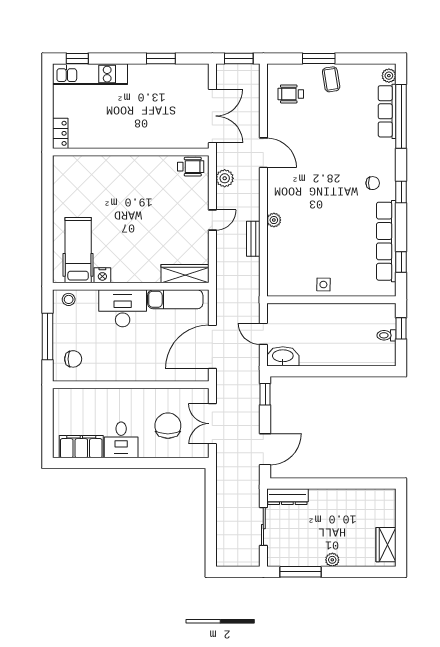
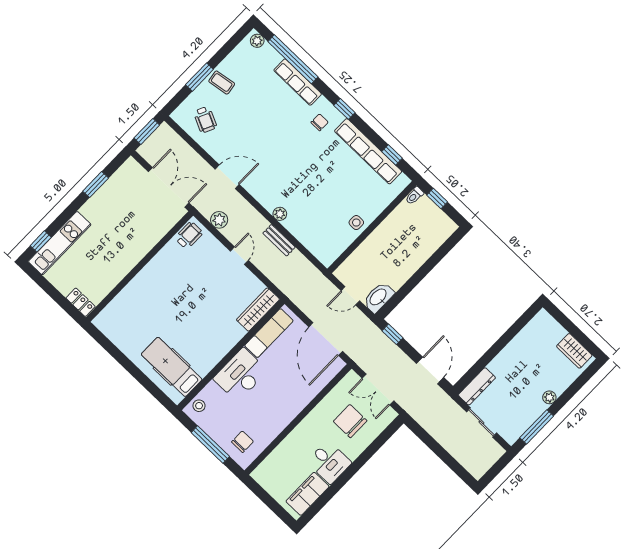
wheelchair: (291, 94) -> (205, 120), turned -65
row of seats: (387, 111) -> (298, 82), moved
nightstand: (102, 275) -> (205, 367), removed
toilet: (387, 335) -> (414, 196), moved

